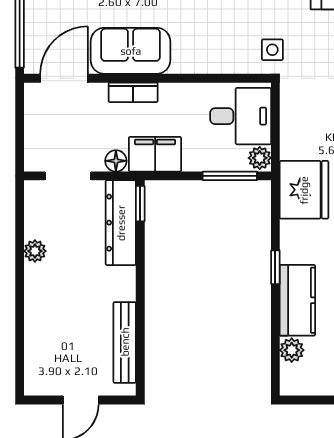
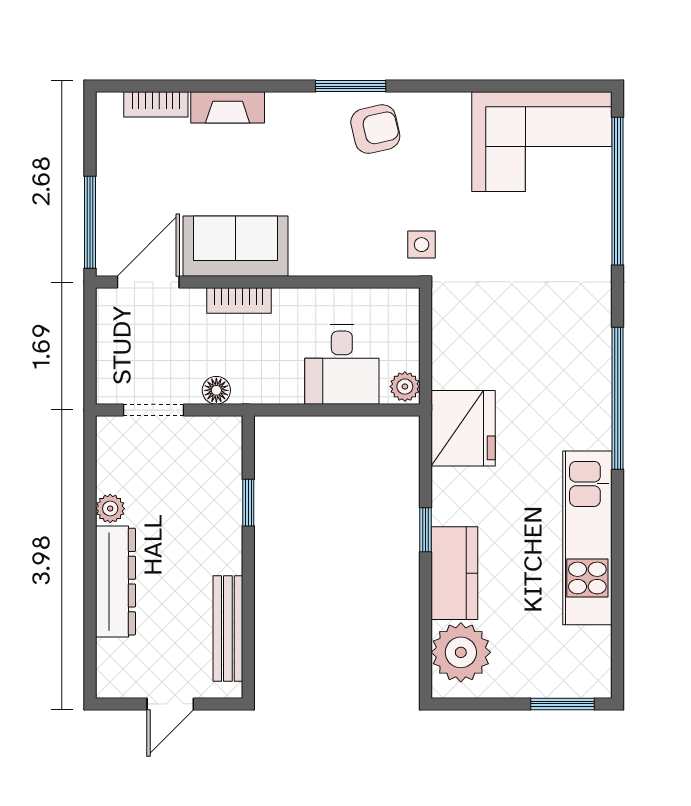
desk: (241, 116) -> (342, 364), moved, turned 90
filing cabinet: (155, 154) -> (268, 382), removed
window: (230, 176) -> (366, 410), removed
window: (140, 204) -> (248, 503), moved
dresser: (121, 223) -> (116, 582), moved, turned 180
plant: (292, 350) -> (461, 652), width x1.87, depth x1.87

